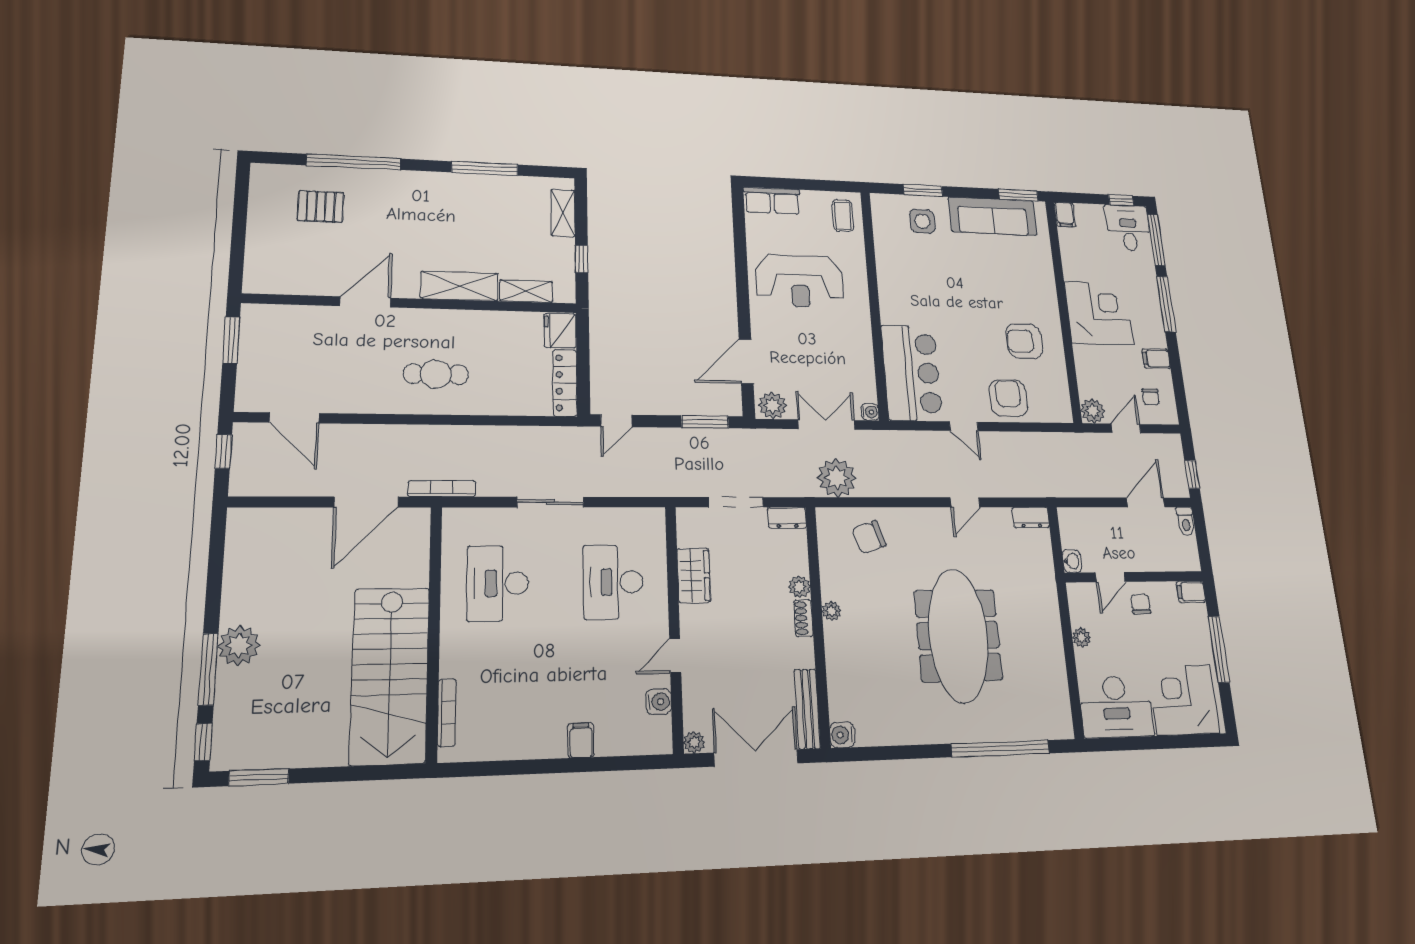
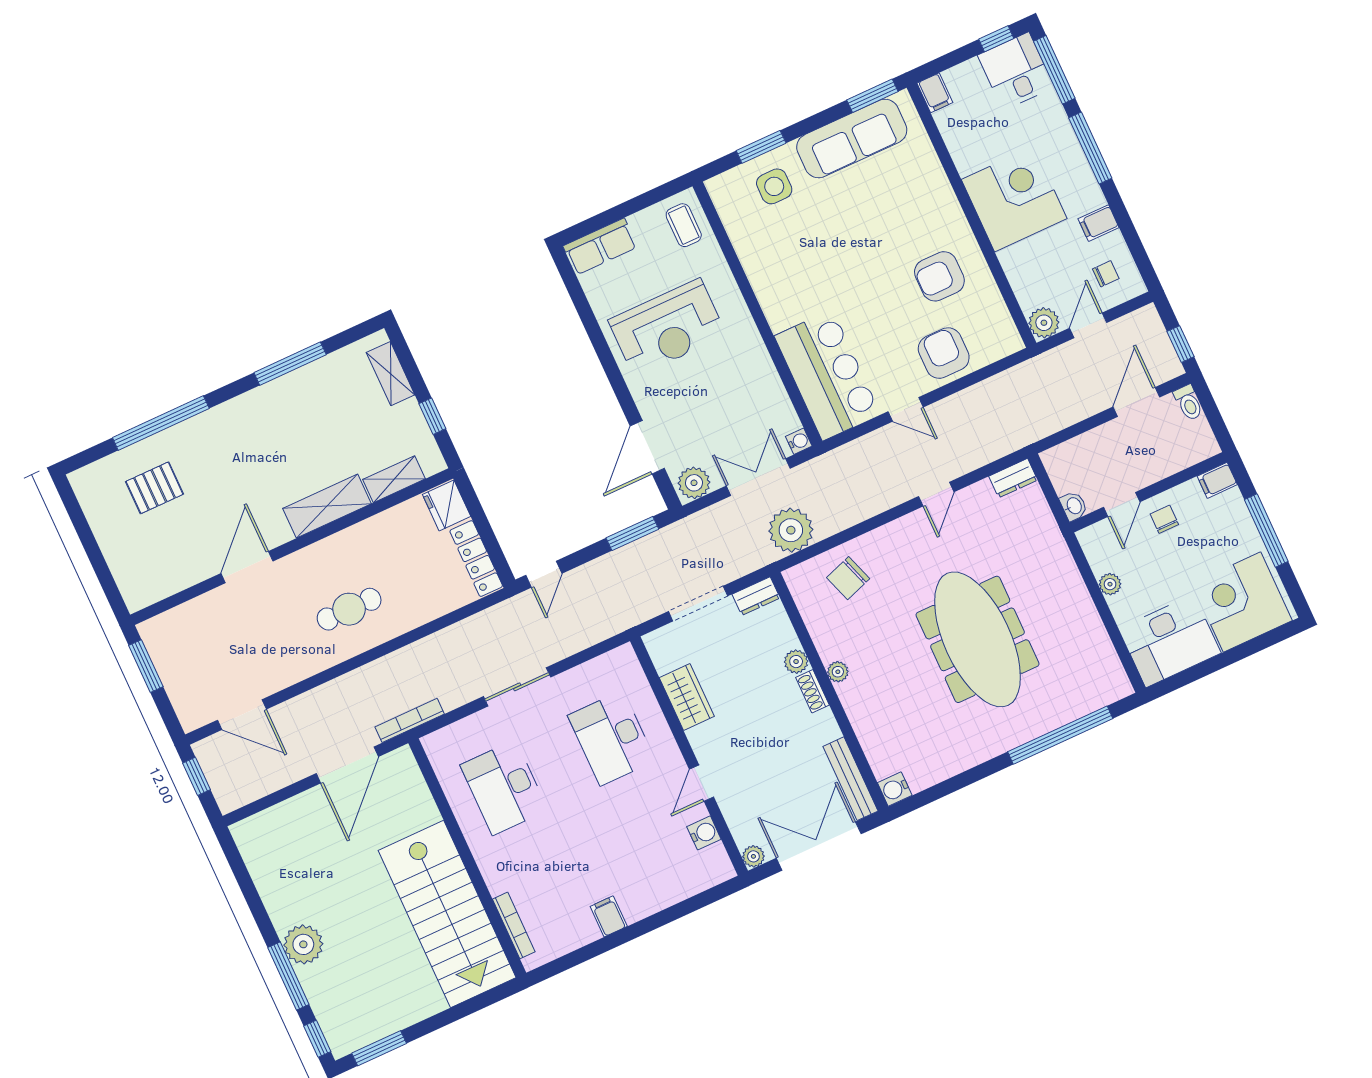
chair: (1151, 397) -> (1106, 274), turned -90
filing cabinet: (581, 740) -> (609, 916), moved

